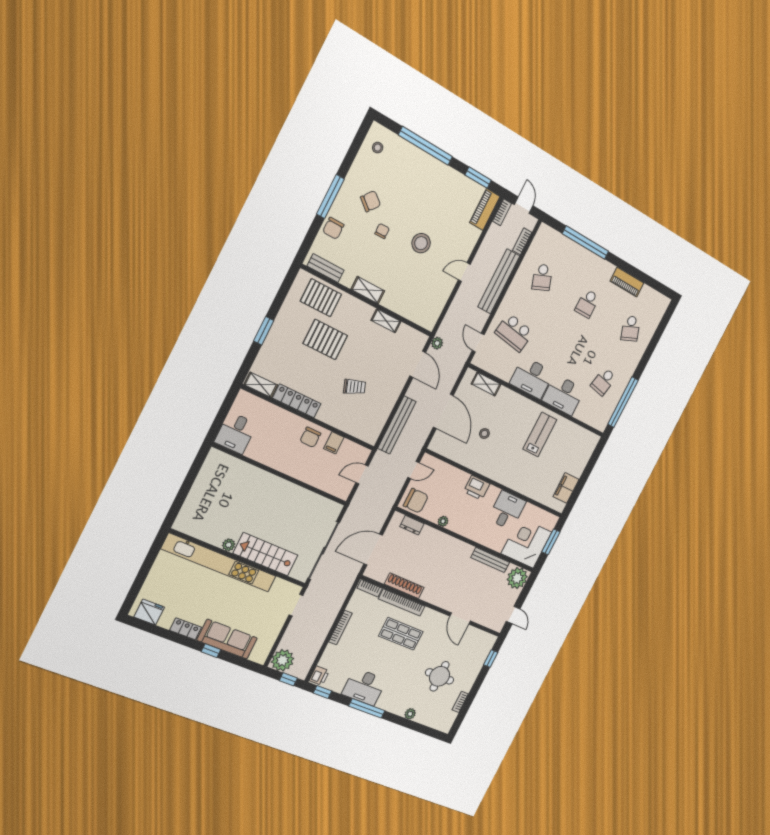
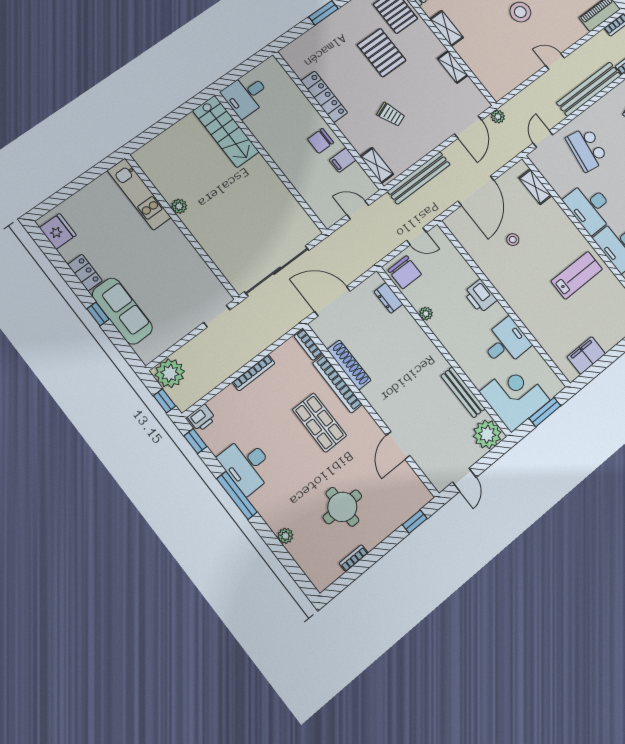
shelving: (261, 385) -> (377, 165), moved
stairs: (266, 554) -> (226, 131), moved, turned 180
kitchen unit: (219, 563) -> (139, 194), width x0.54

